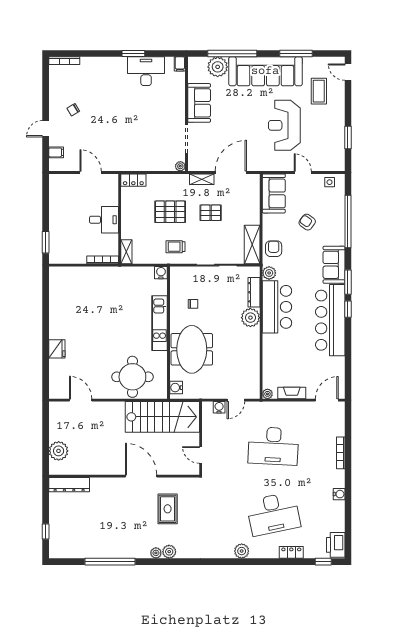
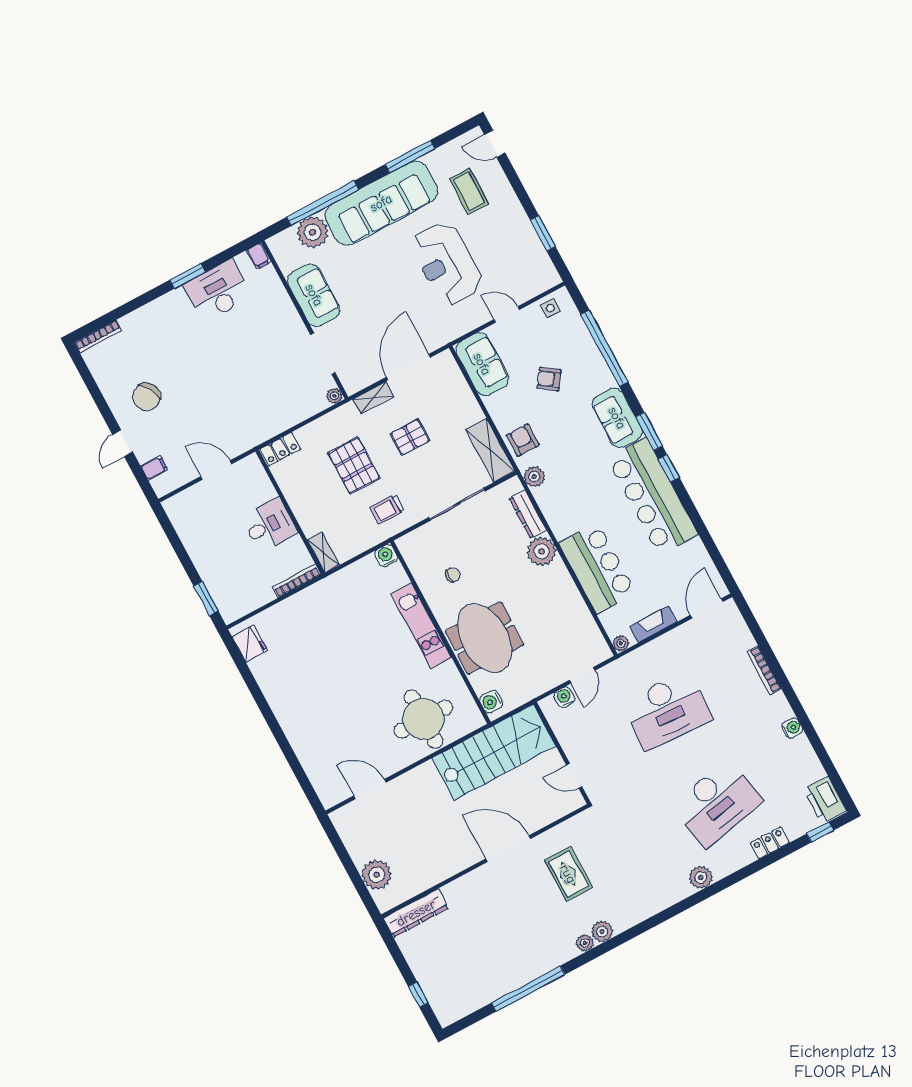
chair: (73, 110) -> (146, 397), width x1.87, depth x1.87
pallet: (170, 212) -> (354, 465), turned 90
bar counter: (277, 307) -> (597, 568), moved
fridge: (57, 349) -> (250, 643), moved

